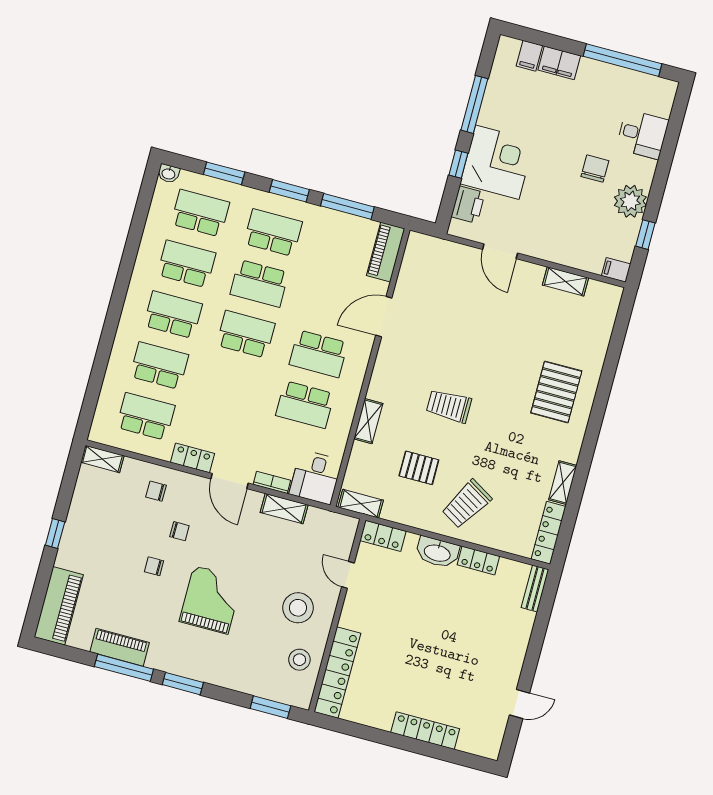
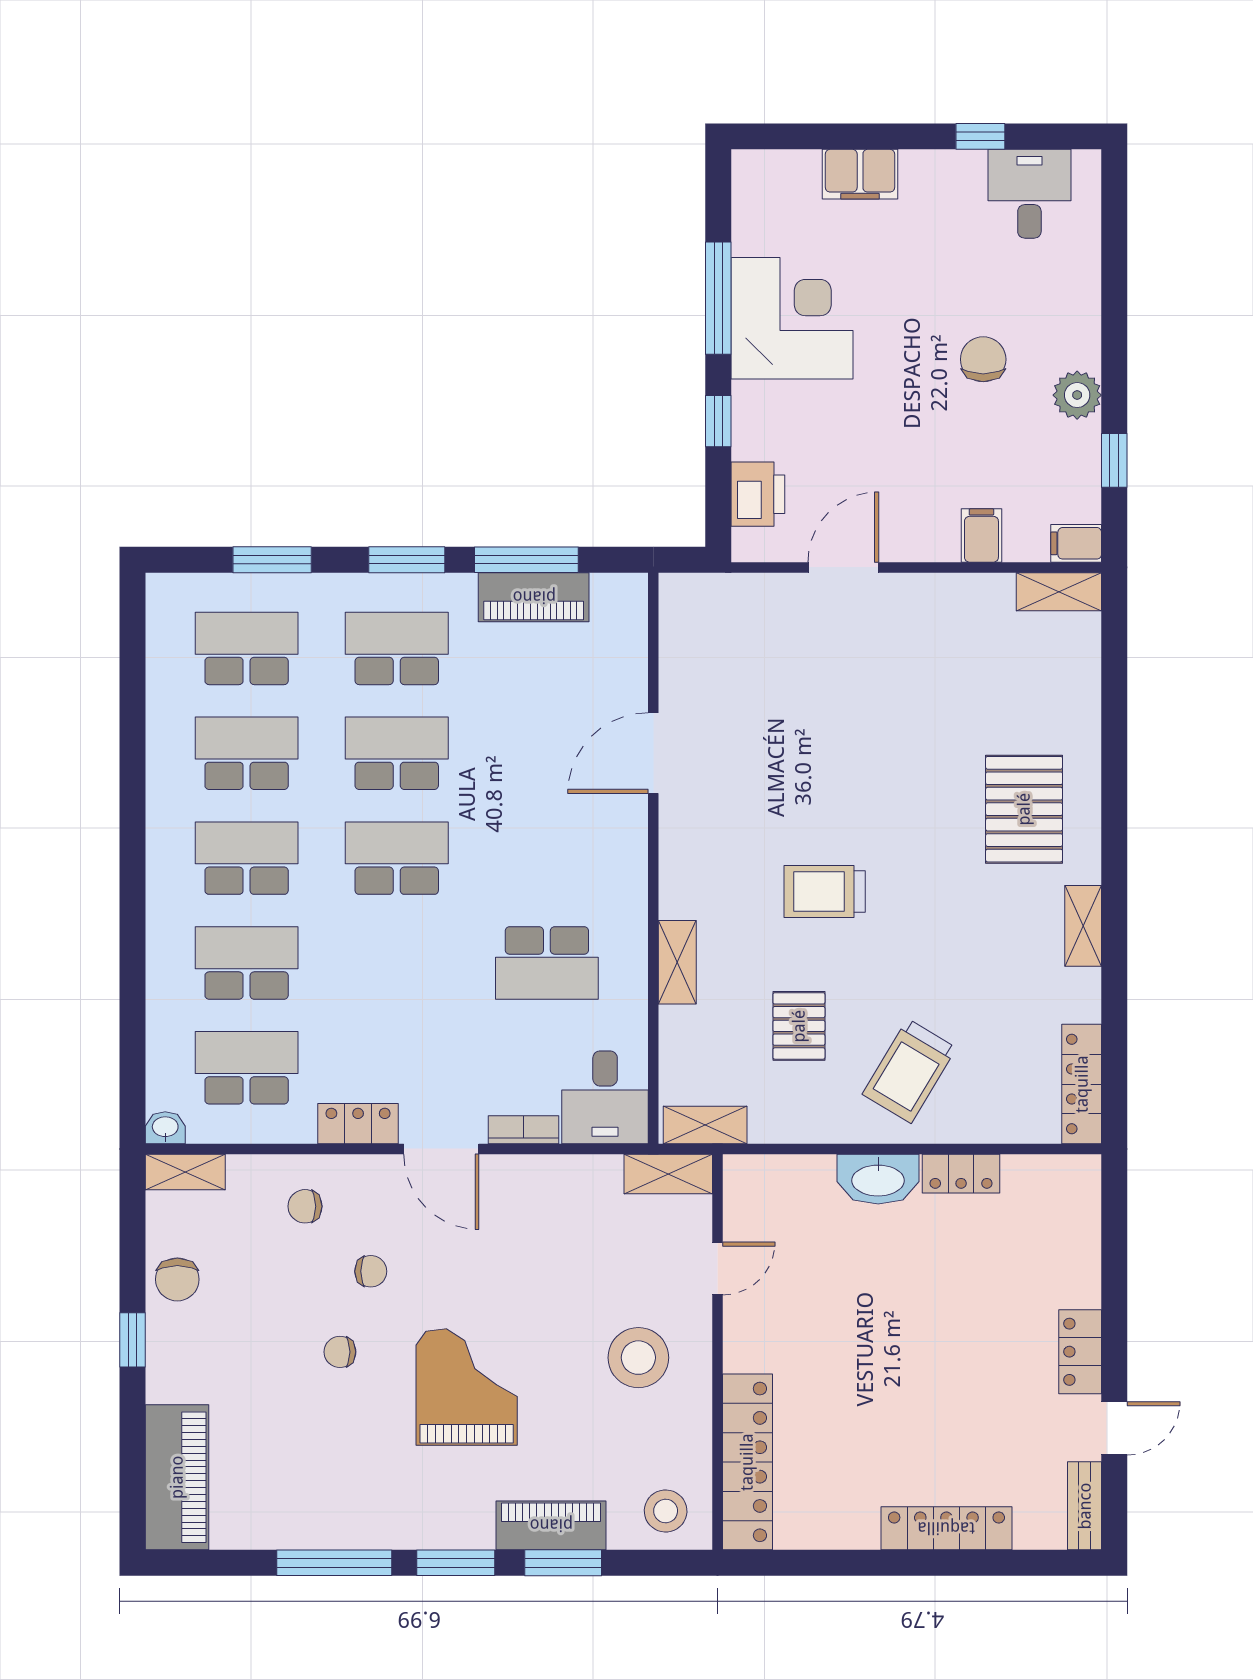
filing cabinet: (529, 56) -> (981, 535), moved, turned 180
window: (622, 60) -> (980, 136), width x0.32
desk: (642, 134) -> (1029, 194), moved, turned -90
corner desk: (497, 162) -> (792, 318), moved
washbasin: (169, 173) -> (165, 1128), moved, turned 180
plant: (630, 201) -> (1077, 395), width x0.73, depth x0.73
door: (500, 251) -> (843, 567), swing flipped
piano: (386, 252) -> (534, 597), moved, turned -90
shelving: (565, 281) -> (1059, 592), moved
school desk: (259, 283) -> (397, 753), turned 180
school desk: (319, 354) -> (547, 858), removed
pallet: (419, 468) -> (799, 1026), turned 90
shelving: (563, 483) -> (1083, 926), moved
shelving: (284, 509) -> (668, 1174), moved
chair: (85, 510) -> (177, 1279), added
locker: (383, 536) -> (1080, 1352), moved, turned 90
door: (348, 575) -> (717, 1269), swing flipped
bench: (535, 588) -> (1085, 1506), moved
piano: (120, 647) -> (551, 1525), moved
stool: (299, 660) -> (666, 1511), moved
window: (270, 707) -> (563, 1563), moved

